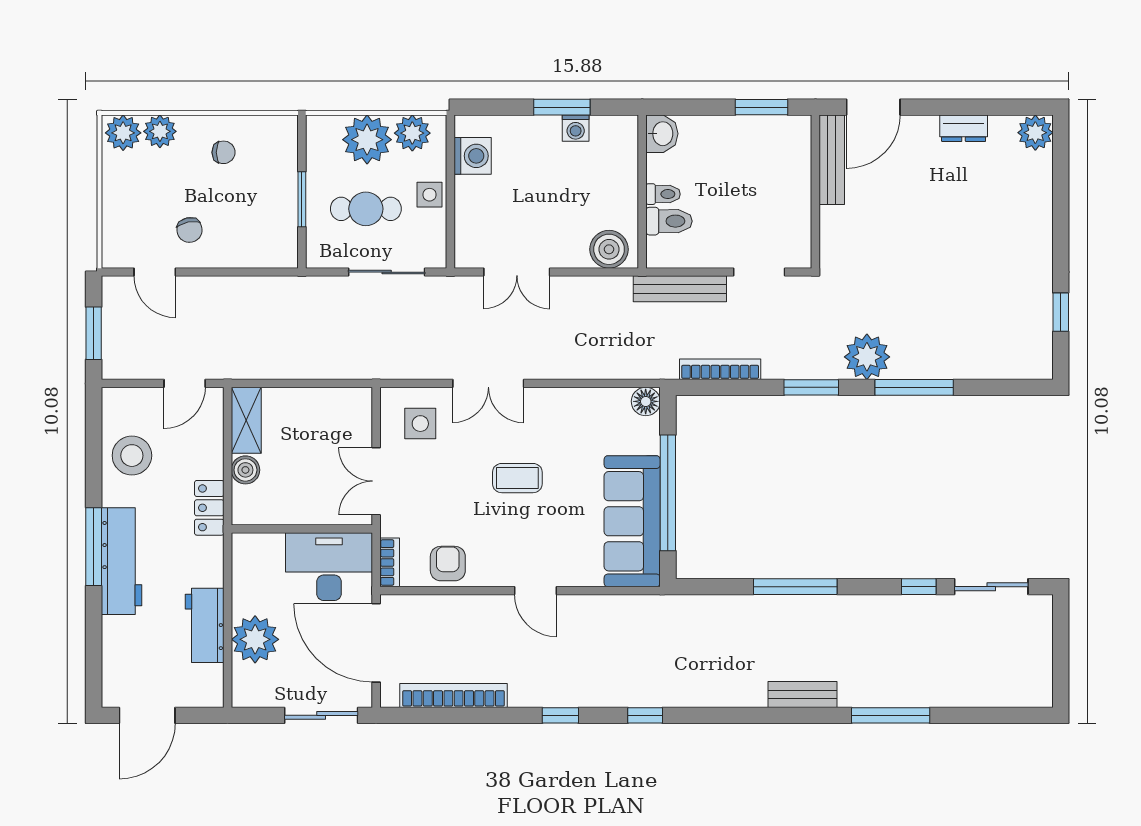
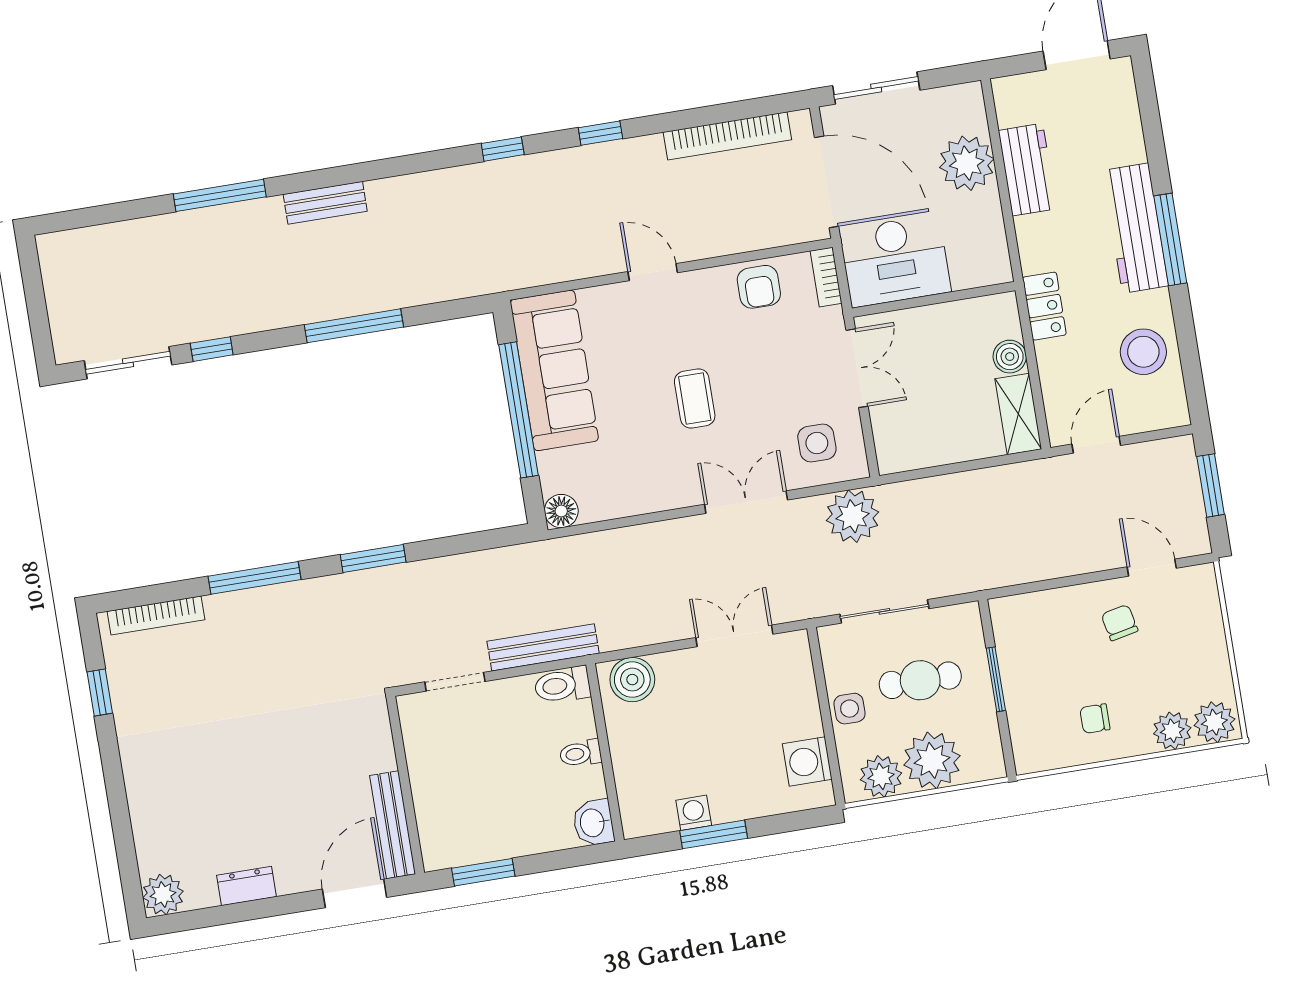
toilet: (669, 221) -> (562, 685), moved
plant: (867, 357) -> (853, 516), moved
bookcase: (720, 369) -> (156, 615), moved
coffee table: (517, 478) -> (695, 399), turned 90

